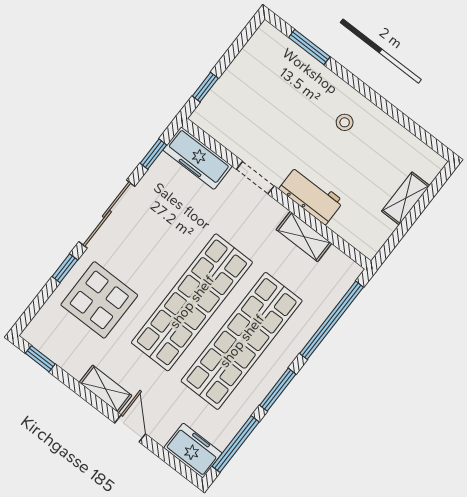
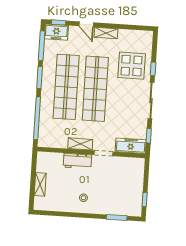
window: (205, 87) -> (145, 199), moved
shelving: (304, 236) -> (80, 144), moved
window: (40, 359) -> (59, 22), moved

